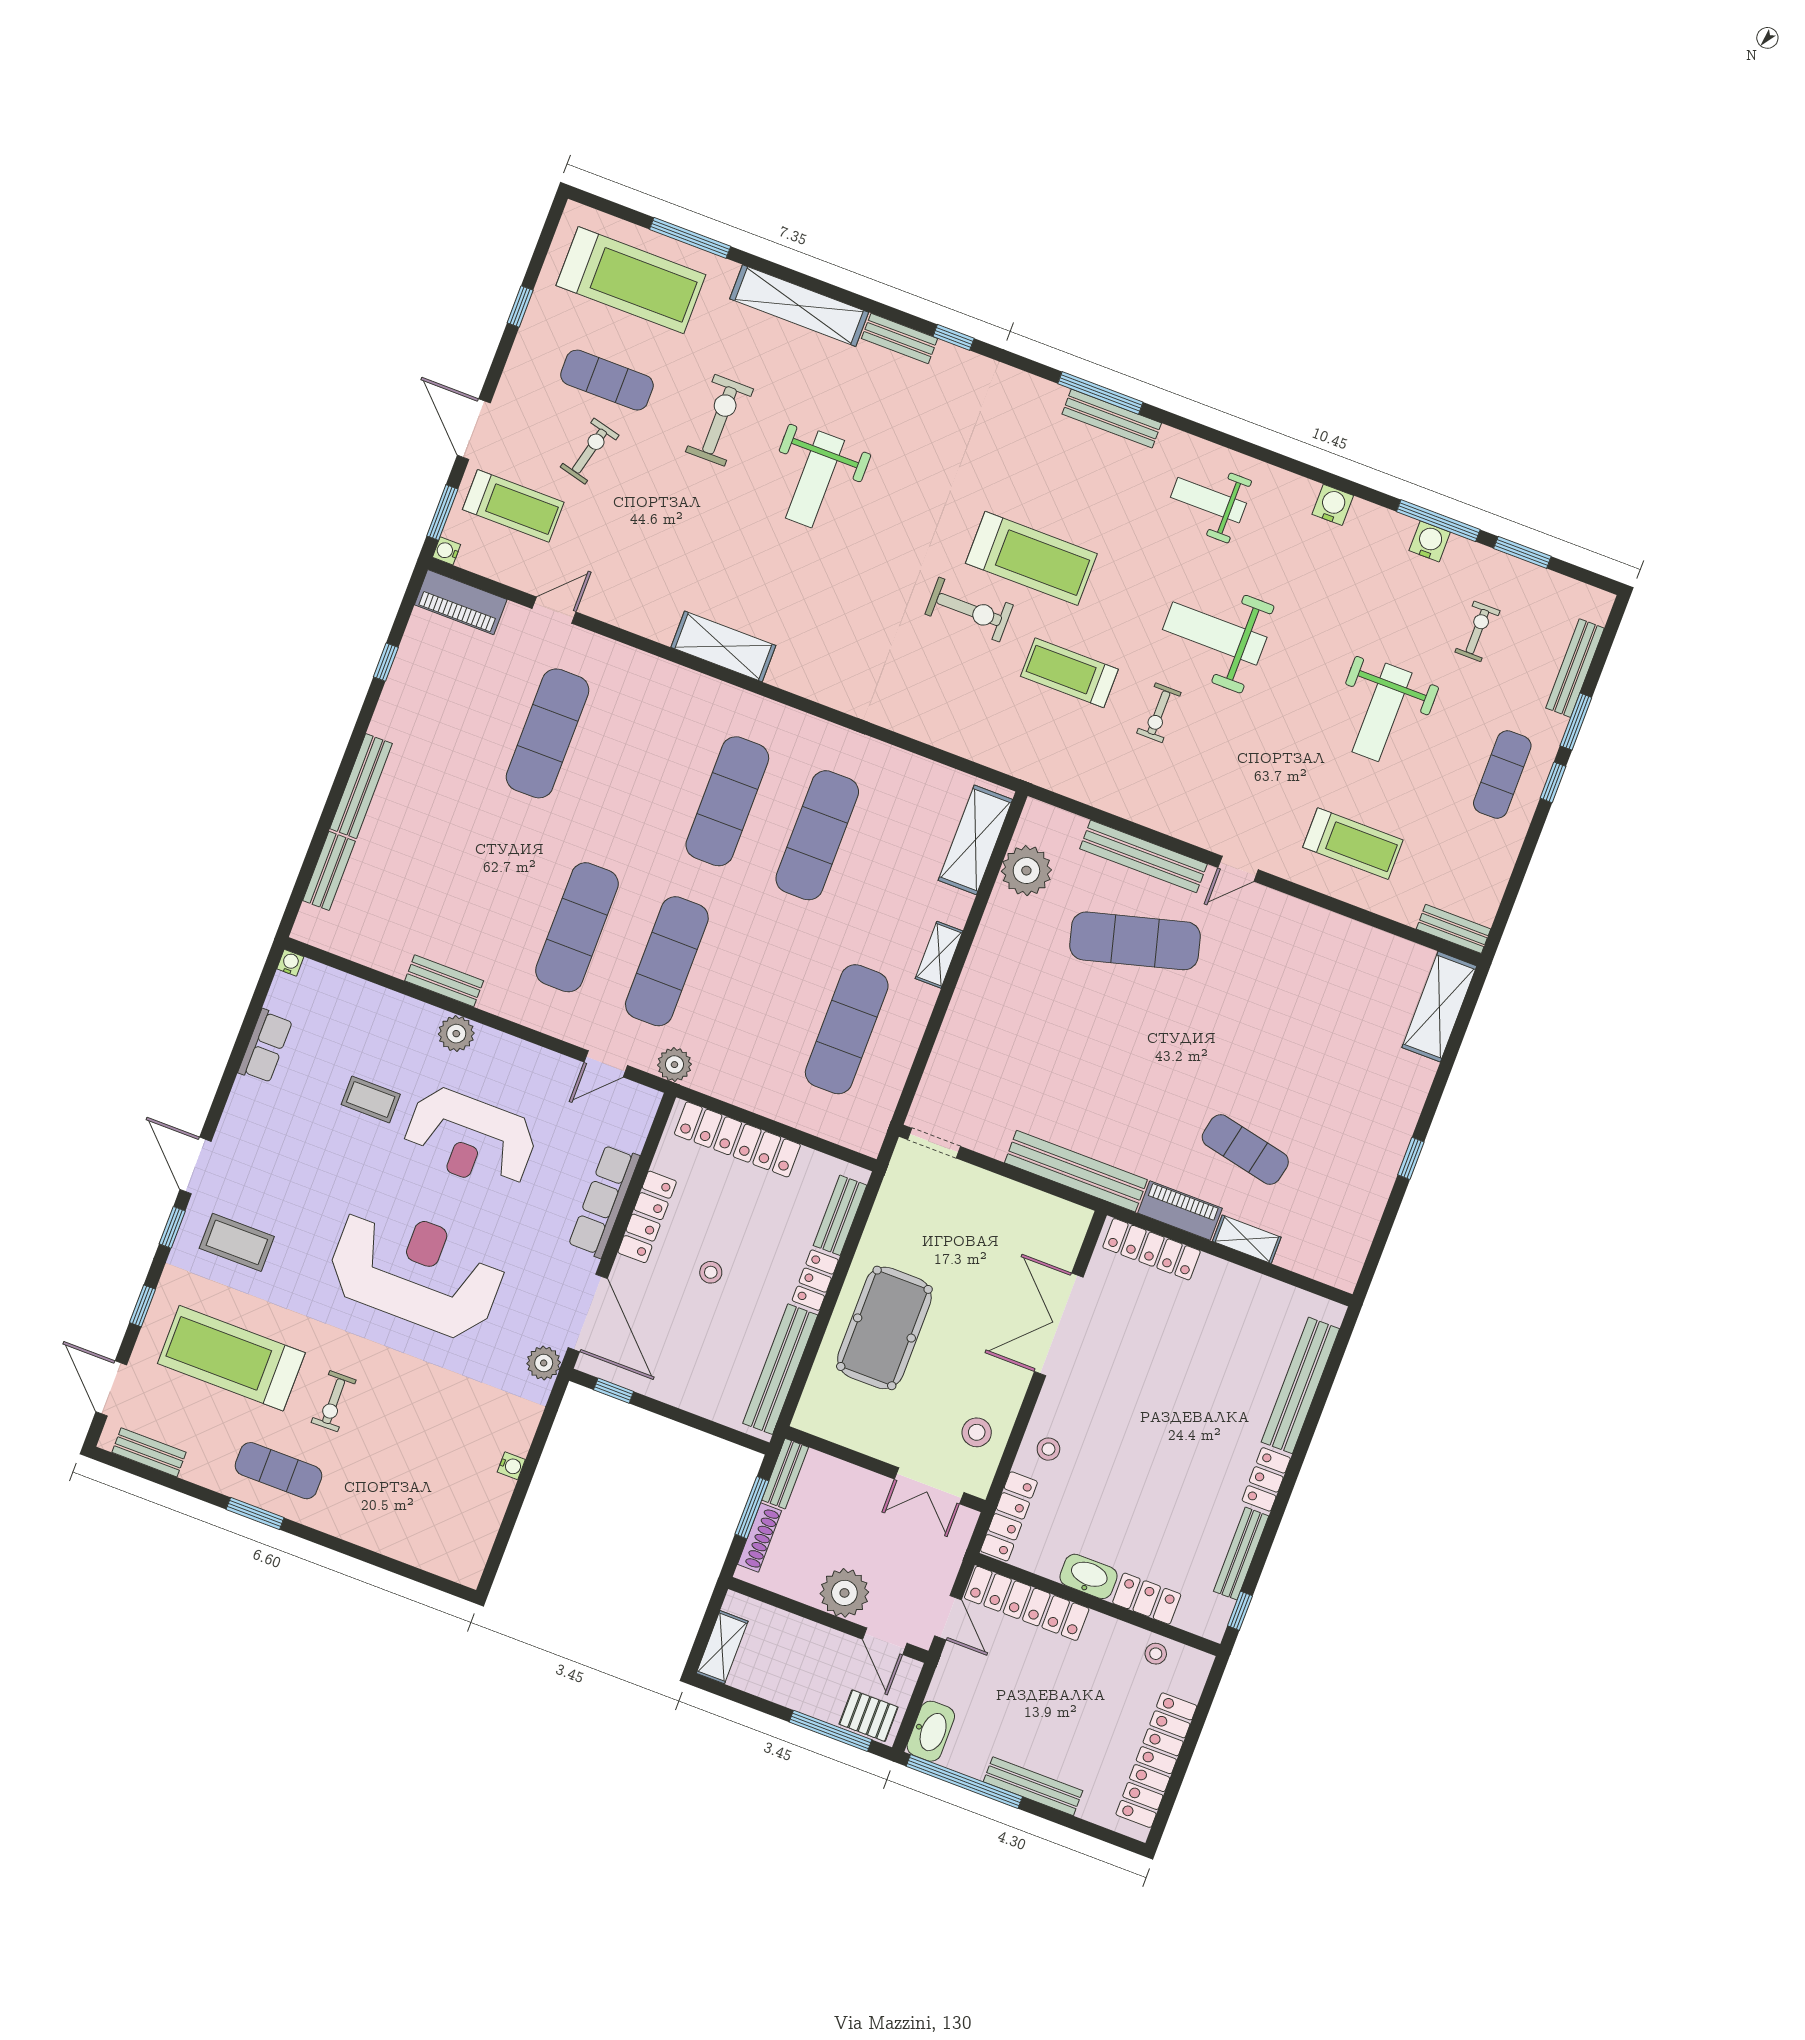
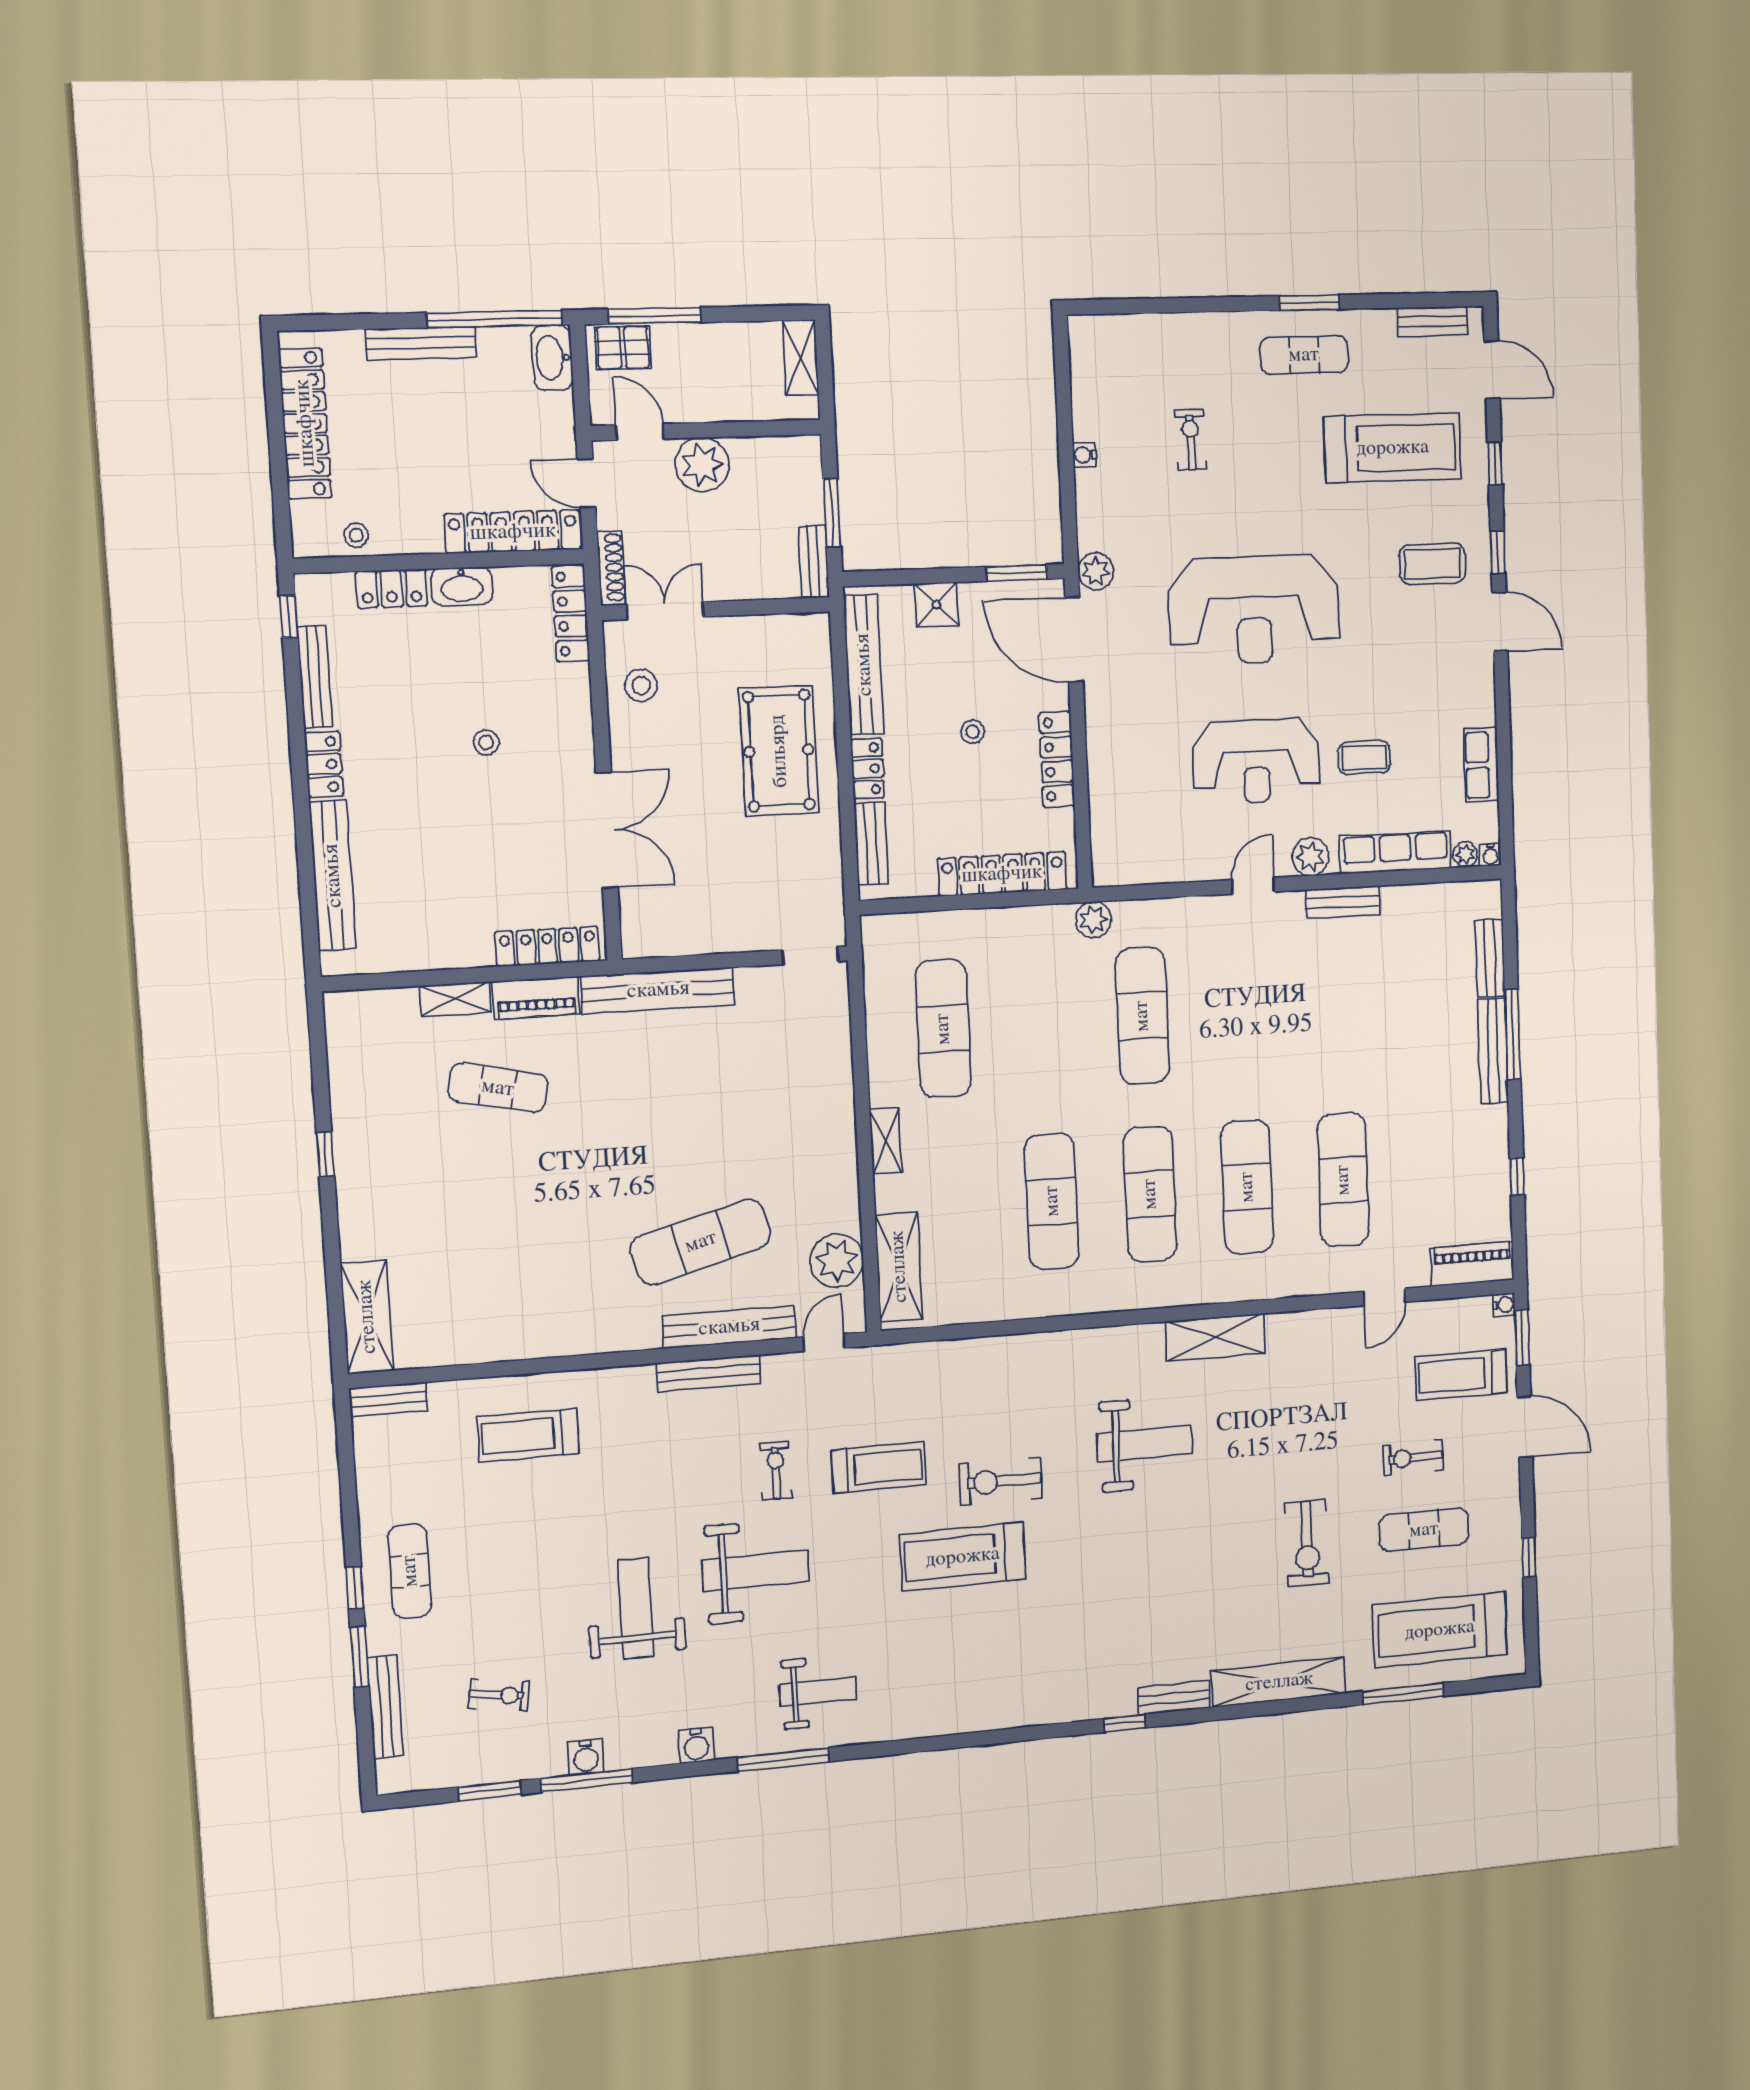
window: (1100, 393) -> (783, 1760), moved
bench: (1112, 419) -> (709, 1373), moved
exercise bike: (590, 451) -> (1413, 1458), turned 75
weight bench: (815, 479) -> (1145, 1444), moved, turned 90
exercise bike: (1477, 631) -> (499, 1695), turned -82
weight bench: (1382, 712) -> (636, 1608), moved
window: (337, 792) -> (1513, 1035), added
door: (1238, 869) -> (824, 1343), moved
exercise mat: (577, 927) -> (1247, 1187), moved
plant: (313, 973) -> (1465, 854), added
door: (606, 1064) -> (1253, 886), moved
reception desk: (470, 1139) -> (1256, 761), turned 180
row of seats: (604, 1201) -> (1395, 852), moved, turned -90
window: (614, 1391) -> (1017, 573), width x1.50
shower: (695, 1393) -> (936, 605), added
exercise bike: (334, 1401) -> (1191, 440), moved
stool: (1048, 1449) -> (486, 742), moved
shoe rack: (759, 1538) -> (611, 567), moved, turned 180

